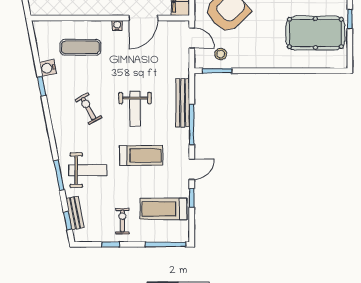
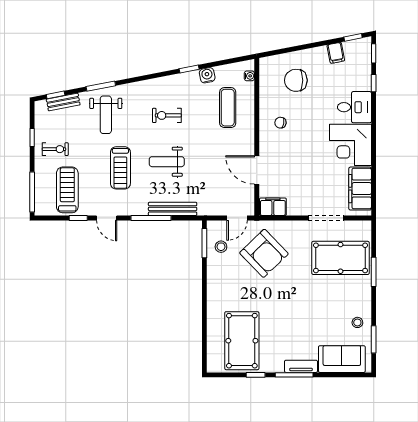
water cooler: (117, 25) -> (249, 76), moved
exercise bike: (88, 109) -> (167, 115), turned -151

